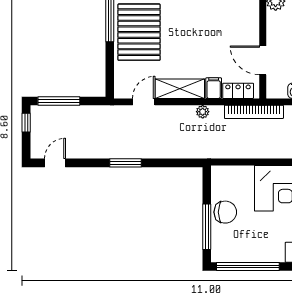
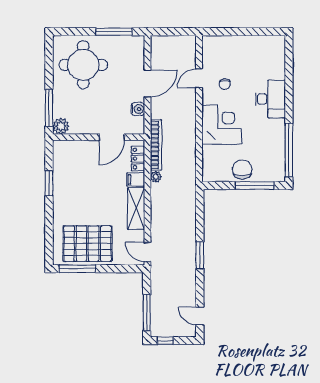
door: (144, 102) -> (147, 252), moved
plant: (203, 112) -> (156, 177), moved

